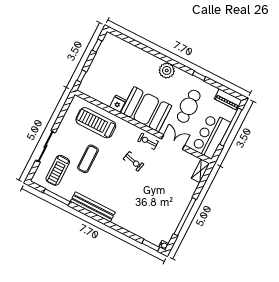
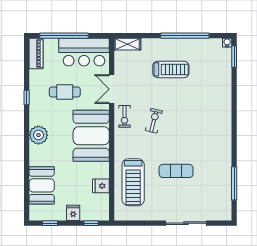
booth: (128, 54) -> (42, 185), added
fridge: (96, 67) -> (73, 213), added
fridge: (118, 104) -> (101, 186), moved
cafe table: (189, 106) -> (65, 92), width x0.73, depth x0.74
treadmill: (58, 170) -> (171, 69), moved
bench: (93, 207) -> (225, 139), removed

